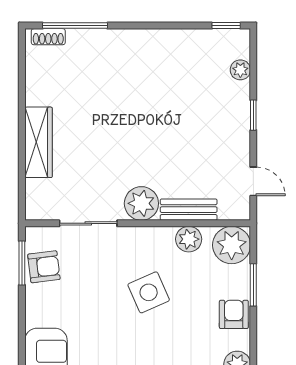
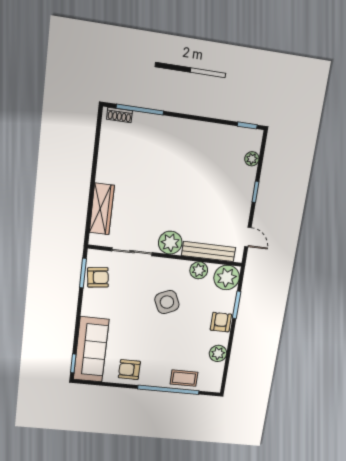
wardrobe: (38, 142) -> (102, 209), moved
bench: (189, 210) -> (209, 251), width x1.36

